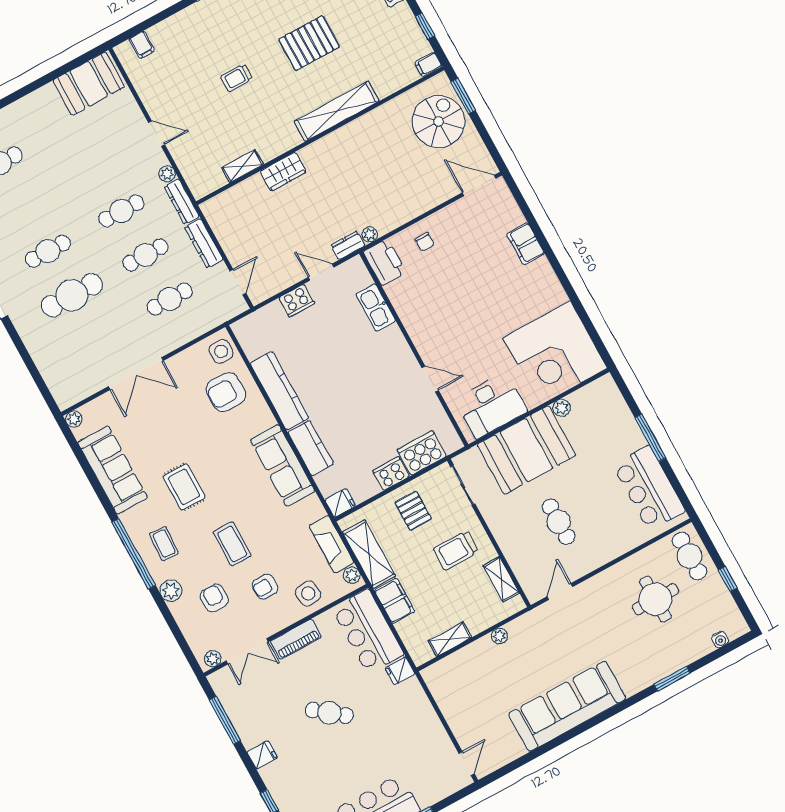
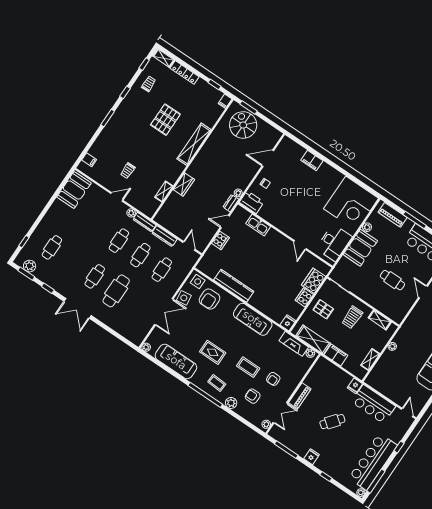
trolley: (237, 78) -> (128, 171), moved
door: (479, 186) -> (268, 158), moved
door: (430, 379) -> (300, 245), swing flipped
piano: (617, 409) -> (393, 215), added
kitchen counter: (311, 448) -> (262, 305), removed
booth: (526, 450) -> (360, 248), width x0.73, depth x0.70
door: (560, 592) -> (423, 292), moved
side table: (308, 593) -> (184, 298), moved
bar counter: (368, 632) -> (373, 404), moved

